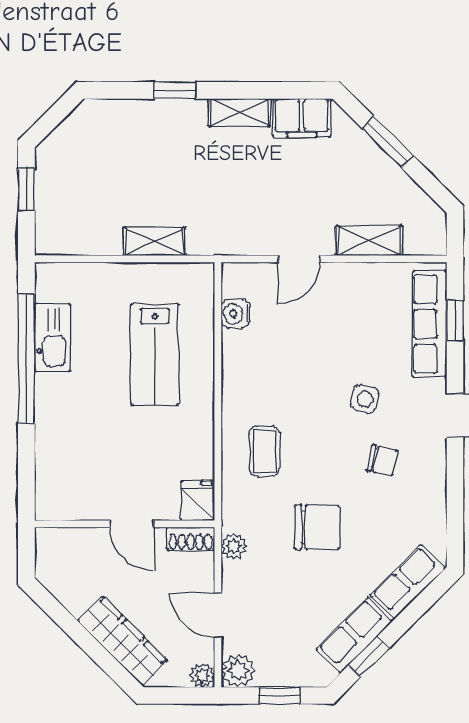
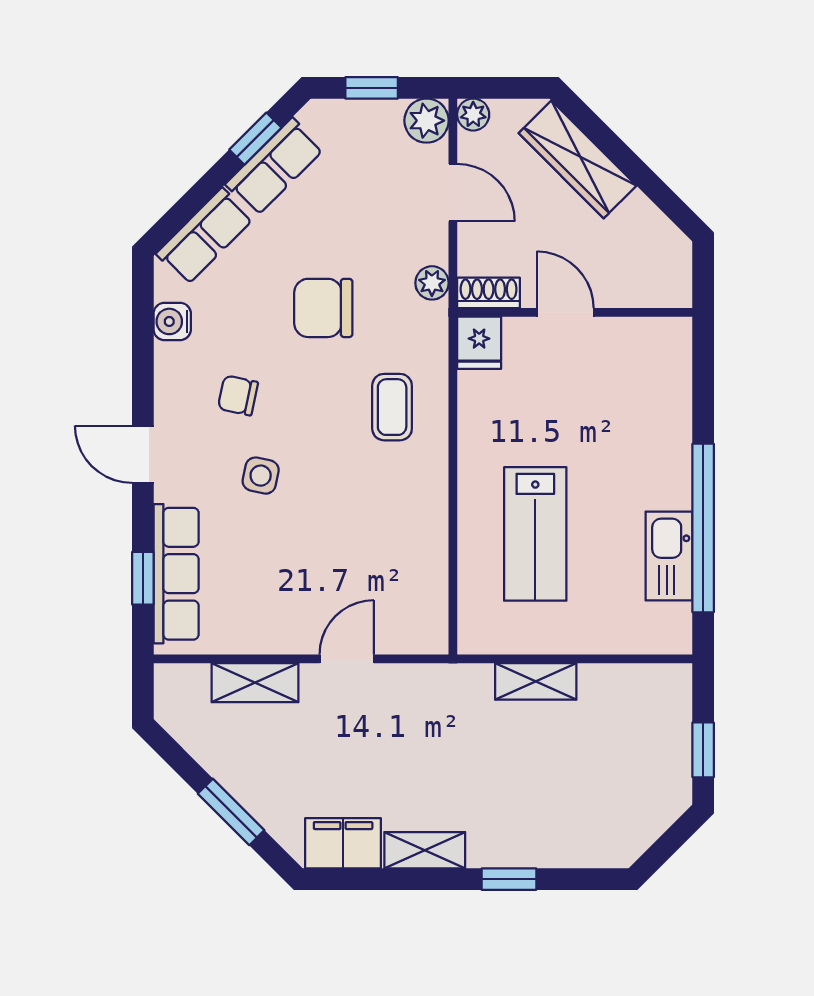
water cooler: (235, 314) -> (172, 321), moved, turned 180
lab bench: (155, 354) -> (535, 534), turned 180

